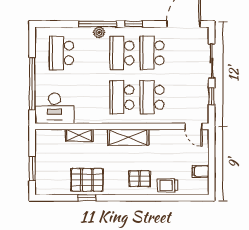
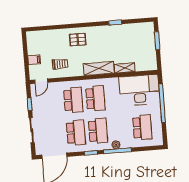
desk: (54, 108) -> (139, 90), width x1.36, depth x1.30
door: (193, 126) -> (41, 81), swing flipped
shelving: (128, 137) -> (99, 68), moved
filing cabinet: (201, 171) -> (34, 60), moved
pallet: (87, 180) -> (116, 36), removed
trolley: (168, 185) -> (60, 64), moved

